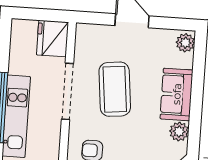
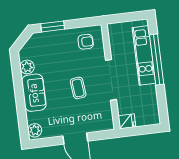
fridge: (52, 38) -> (127, 121), width x0.53, depth x0.75
coffee table: (115, 89) -> (78, 88), width x0.54, depth x0.58

